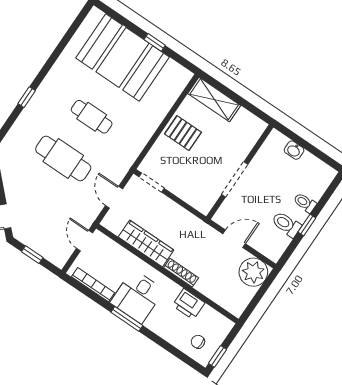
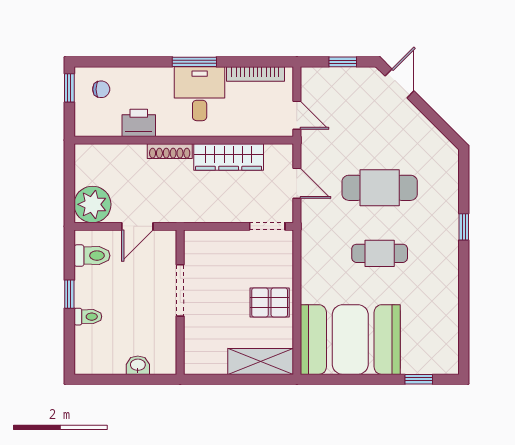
window: (155, 42) -> (419, 379), moved
booth: (122, 57) -> (350, 340), moved
toilet: (286, 224) -> (92, 256), moved

